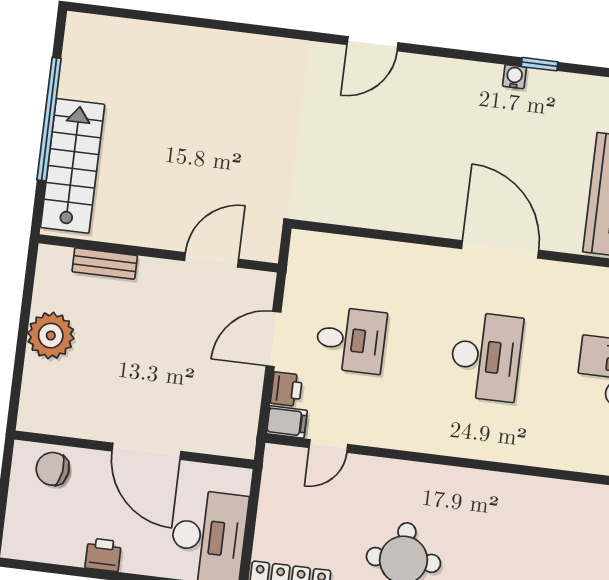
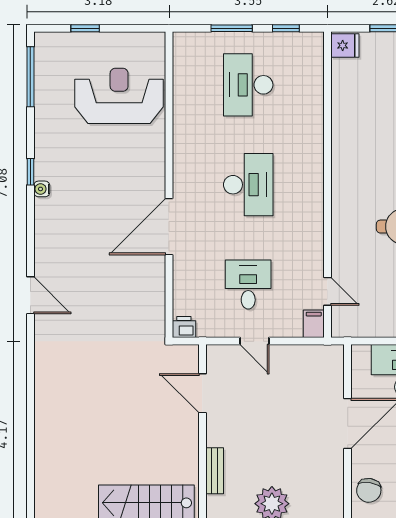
door: (500, 249) -> (169, 227), moved
door: (273, 339) -> (254, 341), width x0.73
desk: (486, 356) -> (248, 185), turned 90
printer: (286, 389) -> (184, 327), moved

